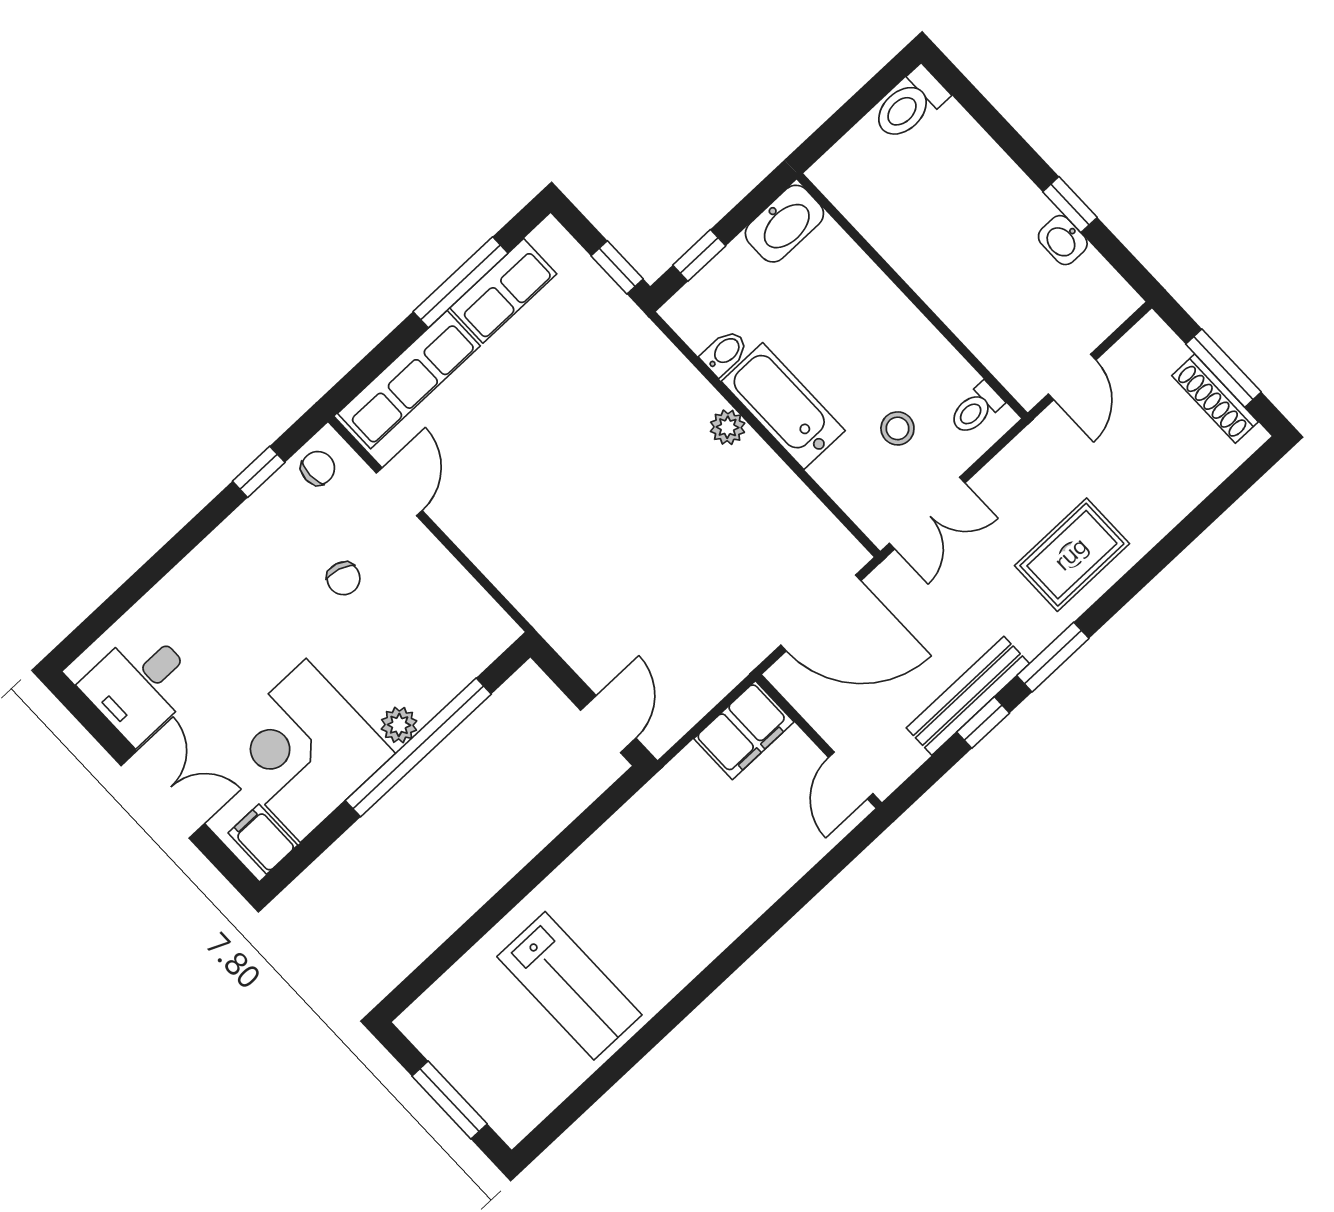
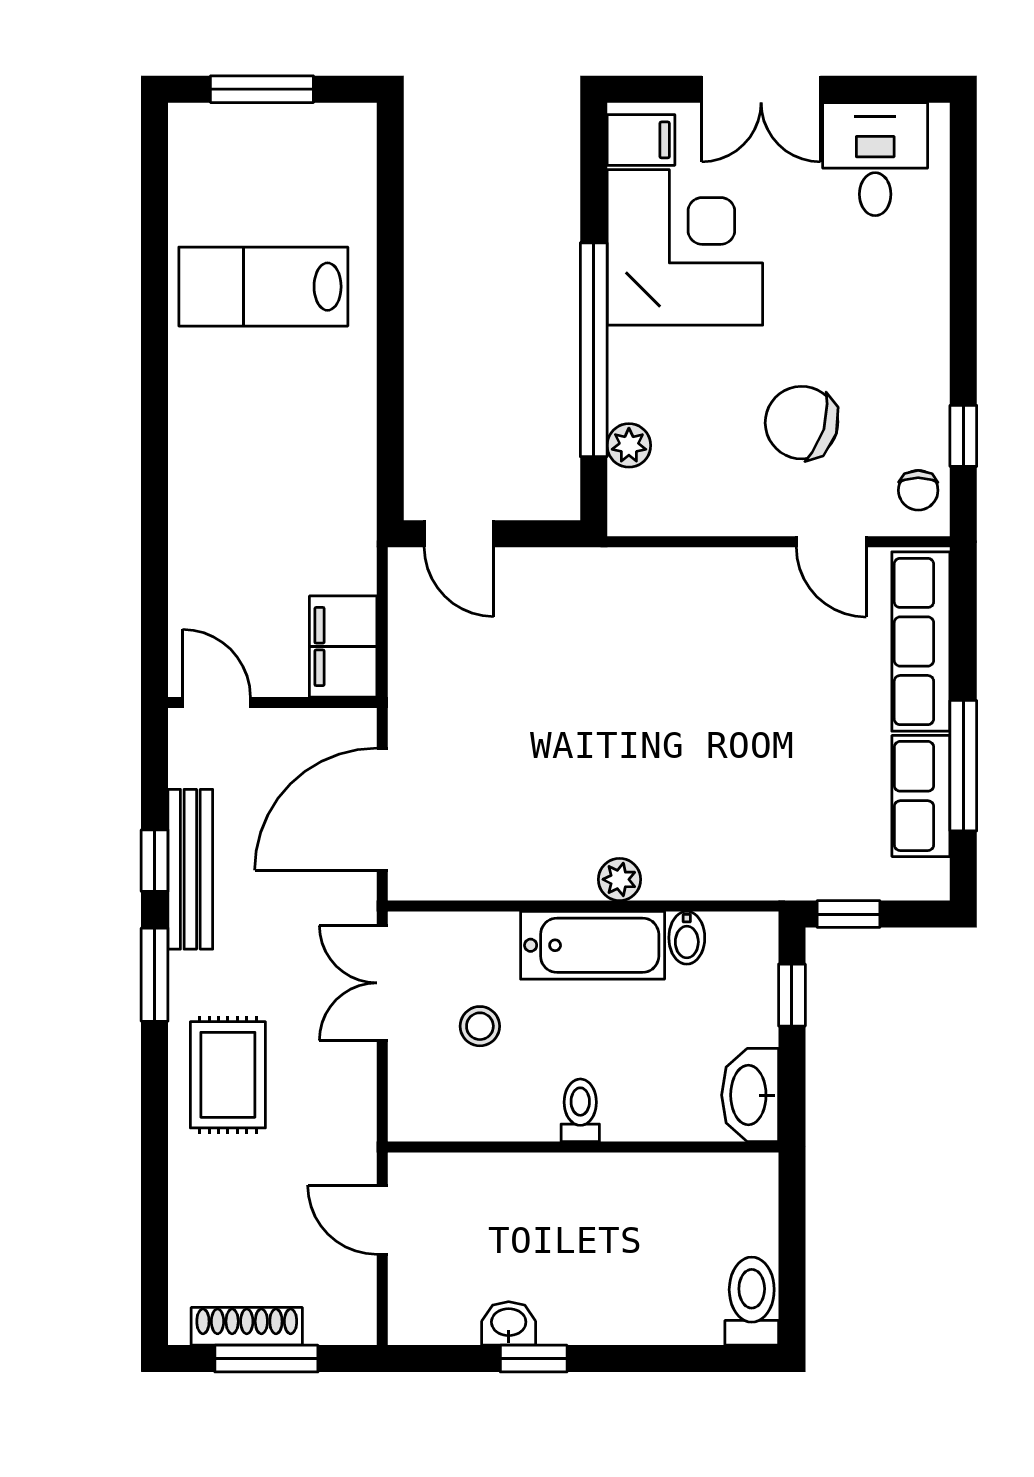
toilet: (976, 409) -> (580, 1110), moved
chair: (344, 578) -> (802, 423), width x1.87, depth x1.87
plant: (399, 725) -> (629, 445), moved

